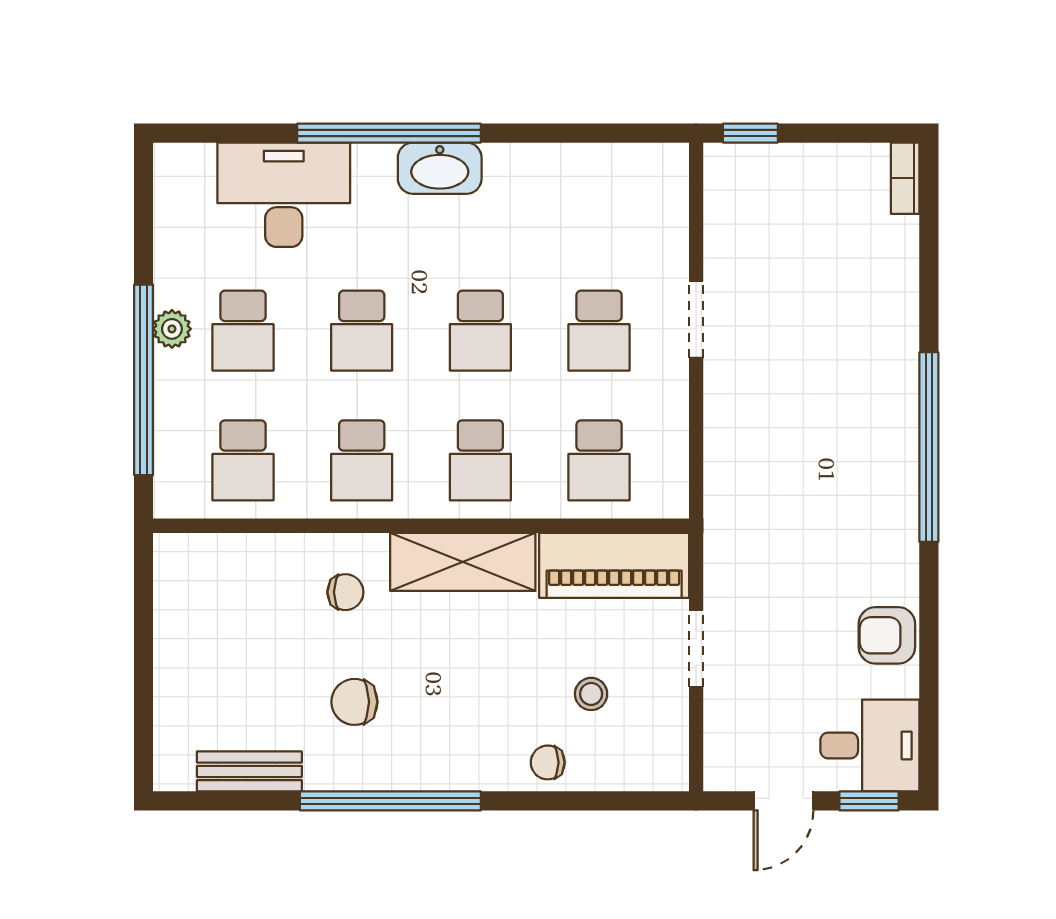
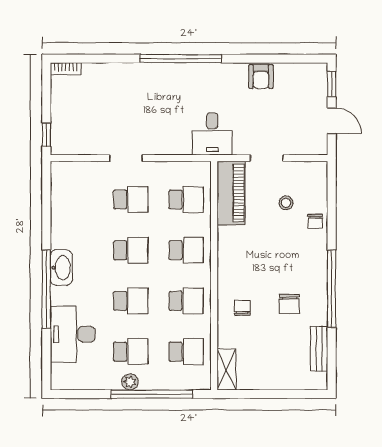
shelving: (463, 562) -> (226, 369), moved, width x0.67, depth x0.75
desk: (870, 746) -> (212, 134), moved, turned 180

